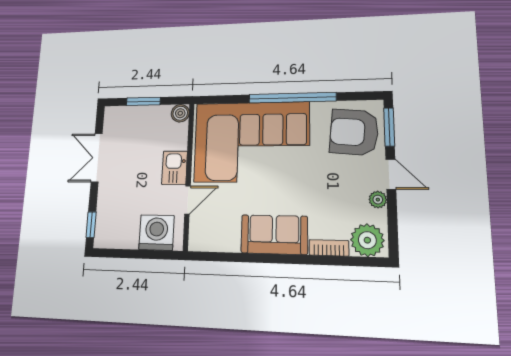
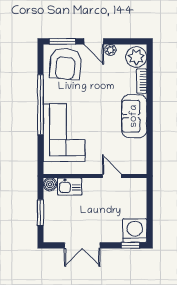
corner sofa: (251, 142) -> (64, 133), width x0.73, depth x0.74
kitchen sink: (175, 168) -> (70, 186), moved
door: (391, 174) -> (94, 41), swing flipped
washing machine: (157, 233) -> (135, 231), moved, turned 90

